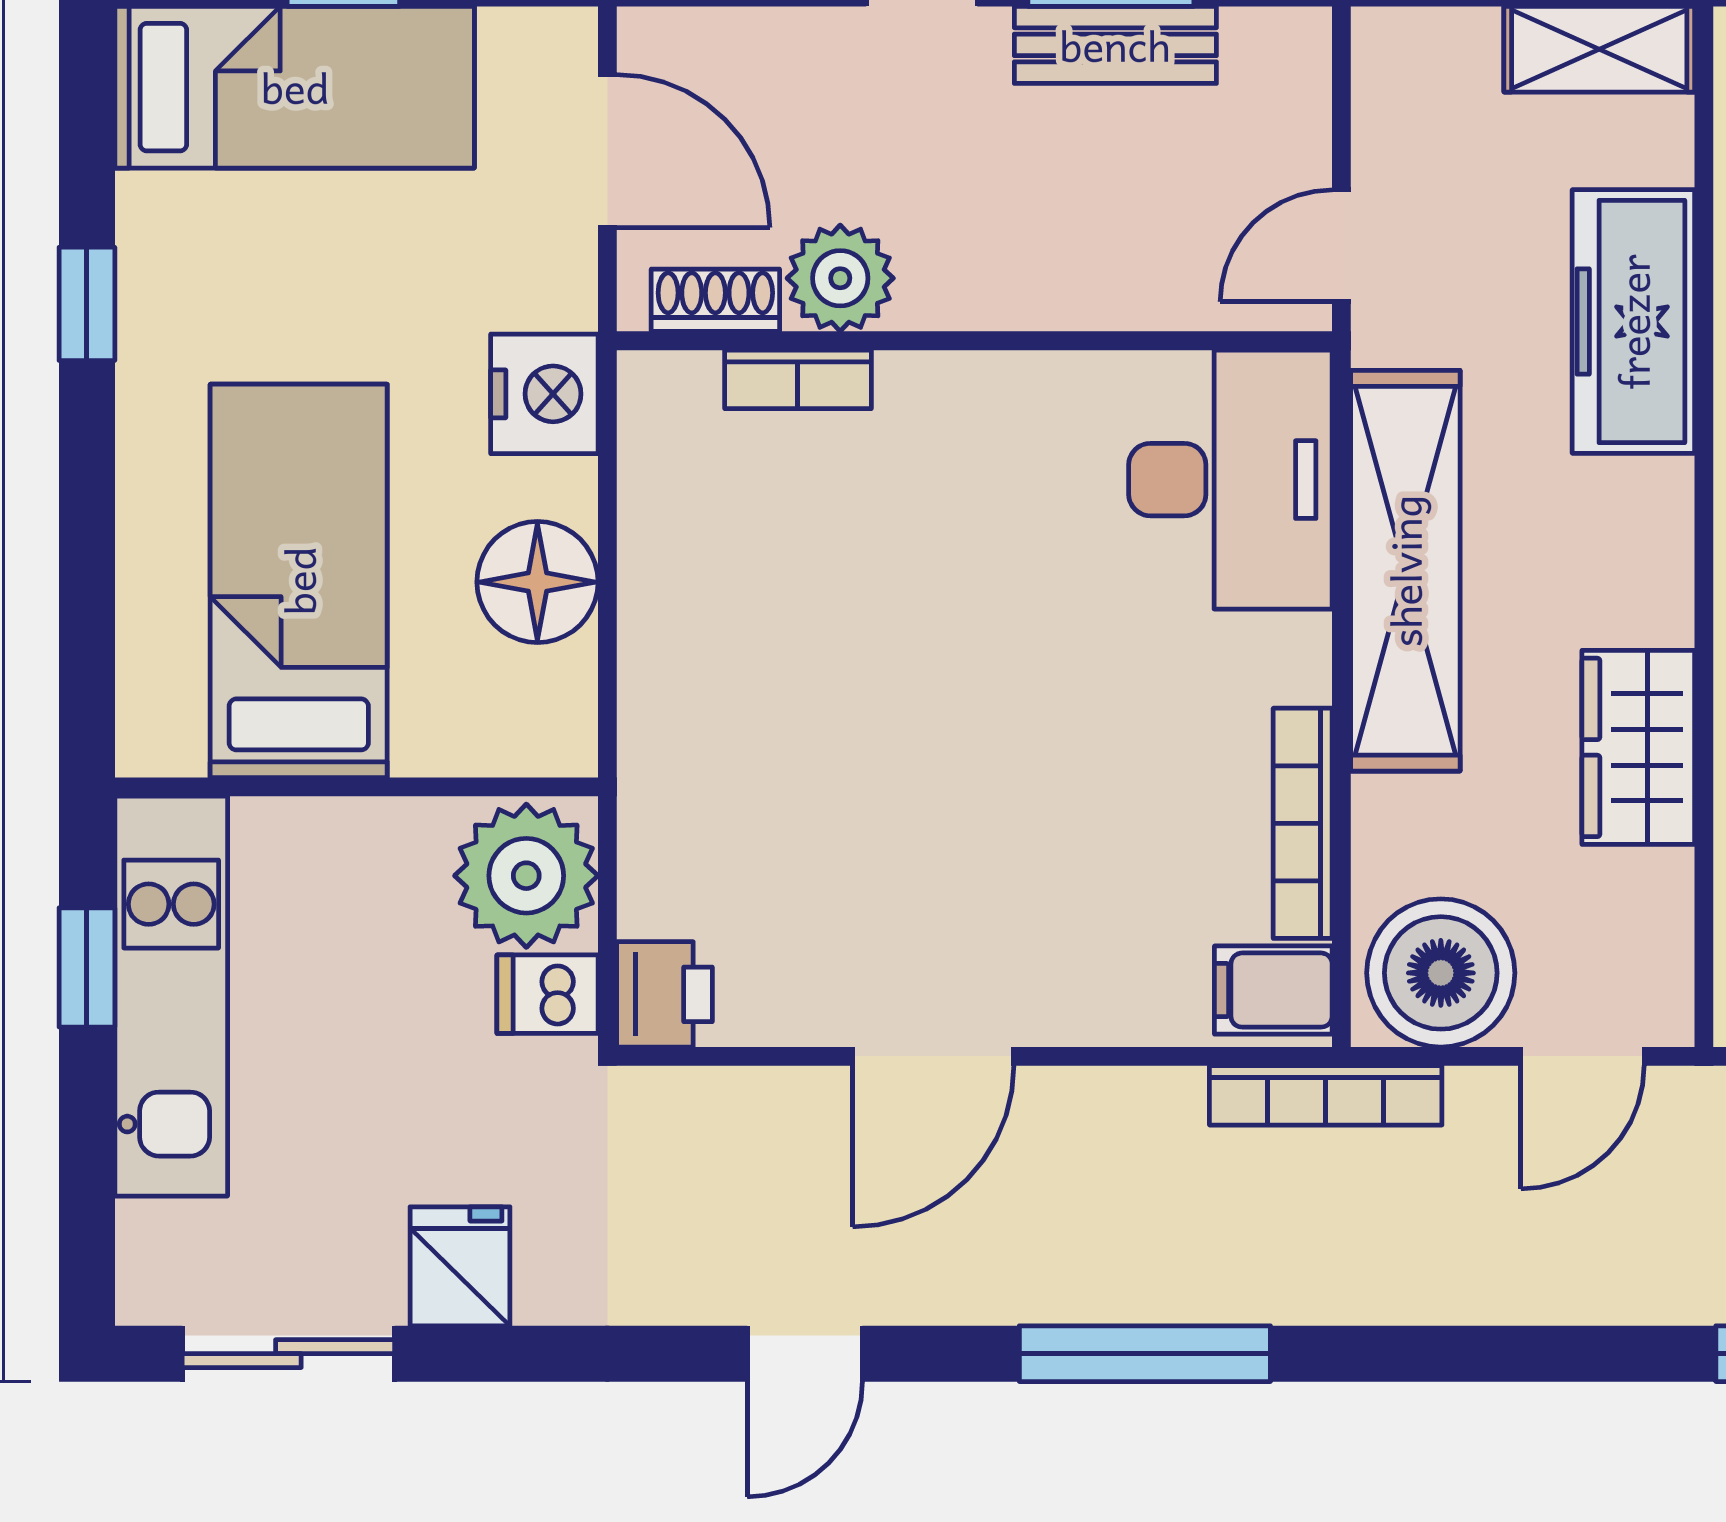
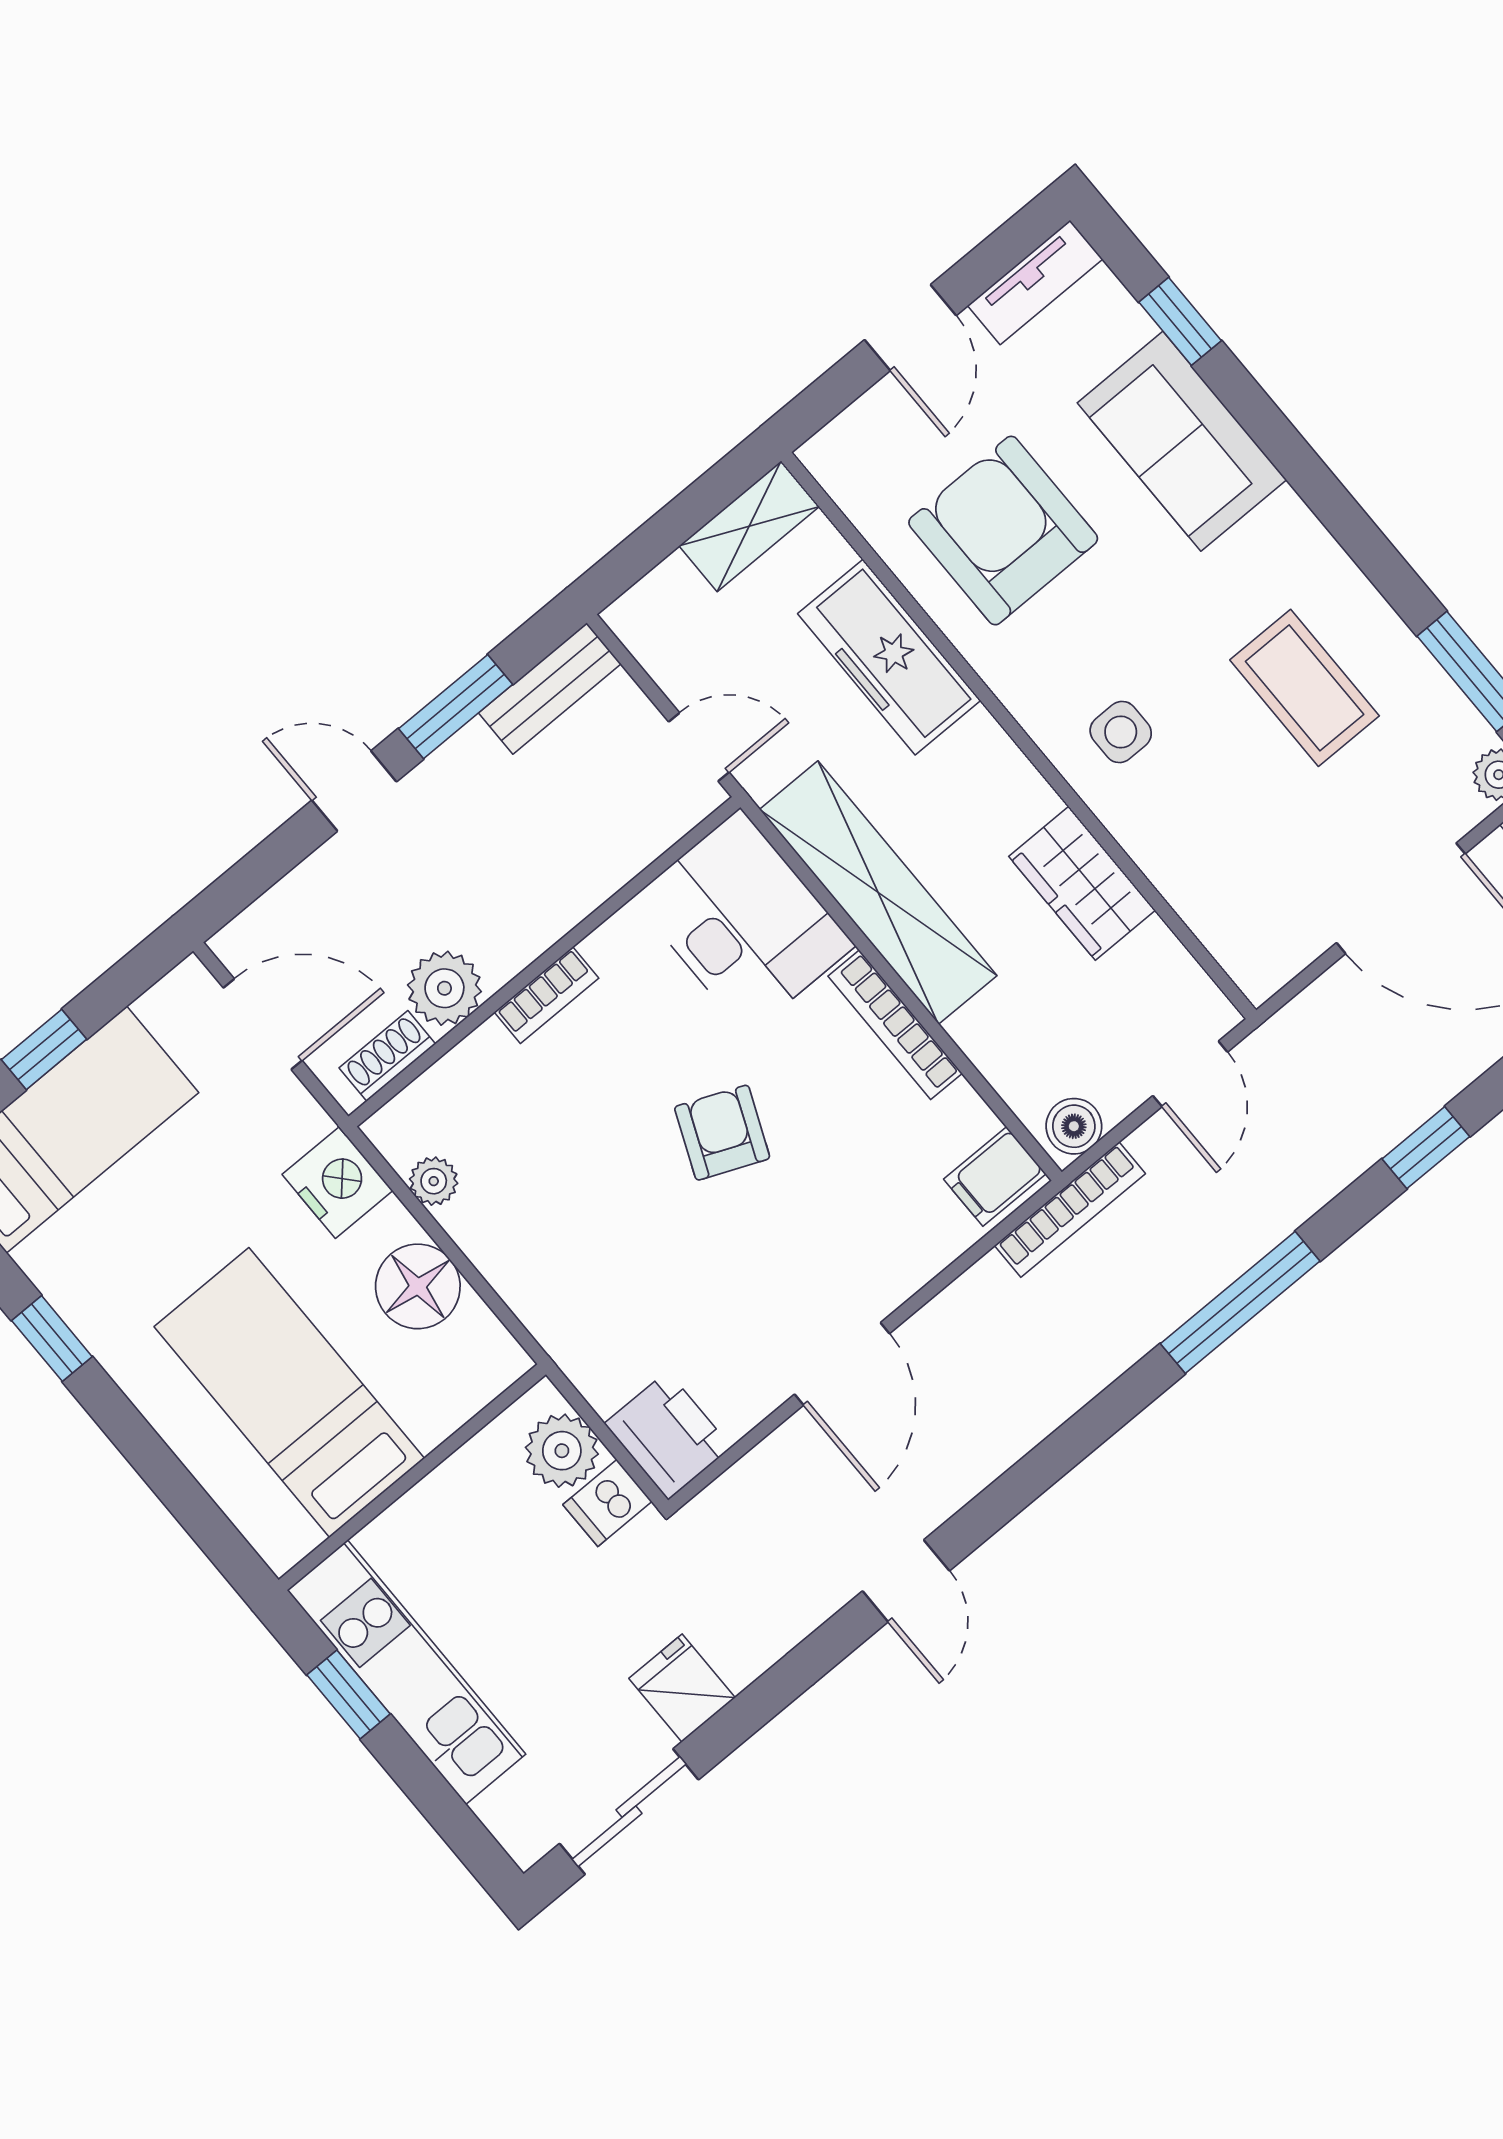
bench: (1115, 45) -> (550, 688), moved
door: (1341, 246) -> (699, 747), swing flipped
bookcase: (798, 379) -> (546, 995), moved
plant: (651, 481) -> (434, 1181), added
armchair: (1013, 692) -> (722, 1133), added
bookcase: (1303, 823) -> (895, 1025), moved
plant: (526, 876) -> (562, 1451), width x0.73, depth x0.73
boiler: (1441, 973) -> (1074, 1126), width x0.54, depth x0.54
printer: (664, 994) -> (668, 1435), width x1.36, depth x1.24
window: (1145, 1354) -> (1240, 1302), moved

